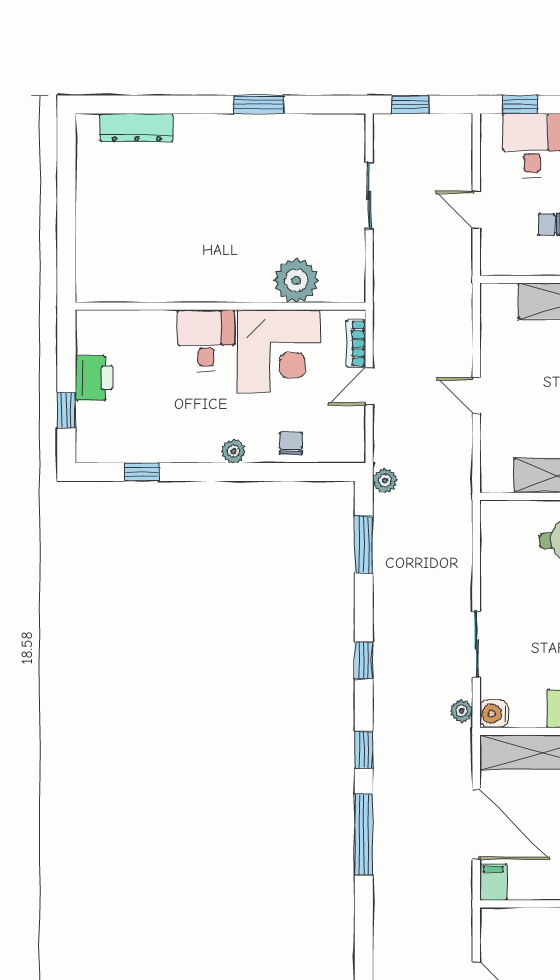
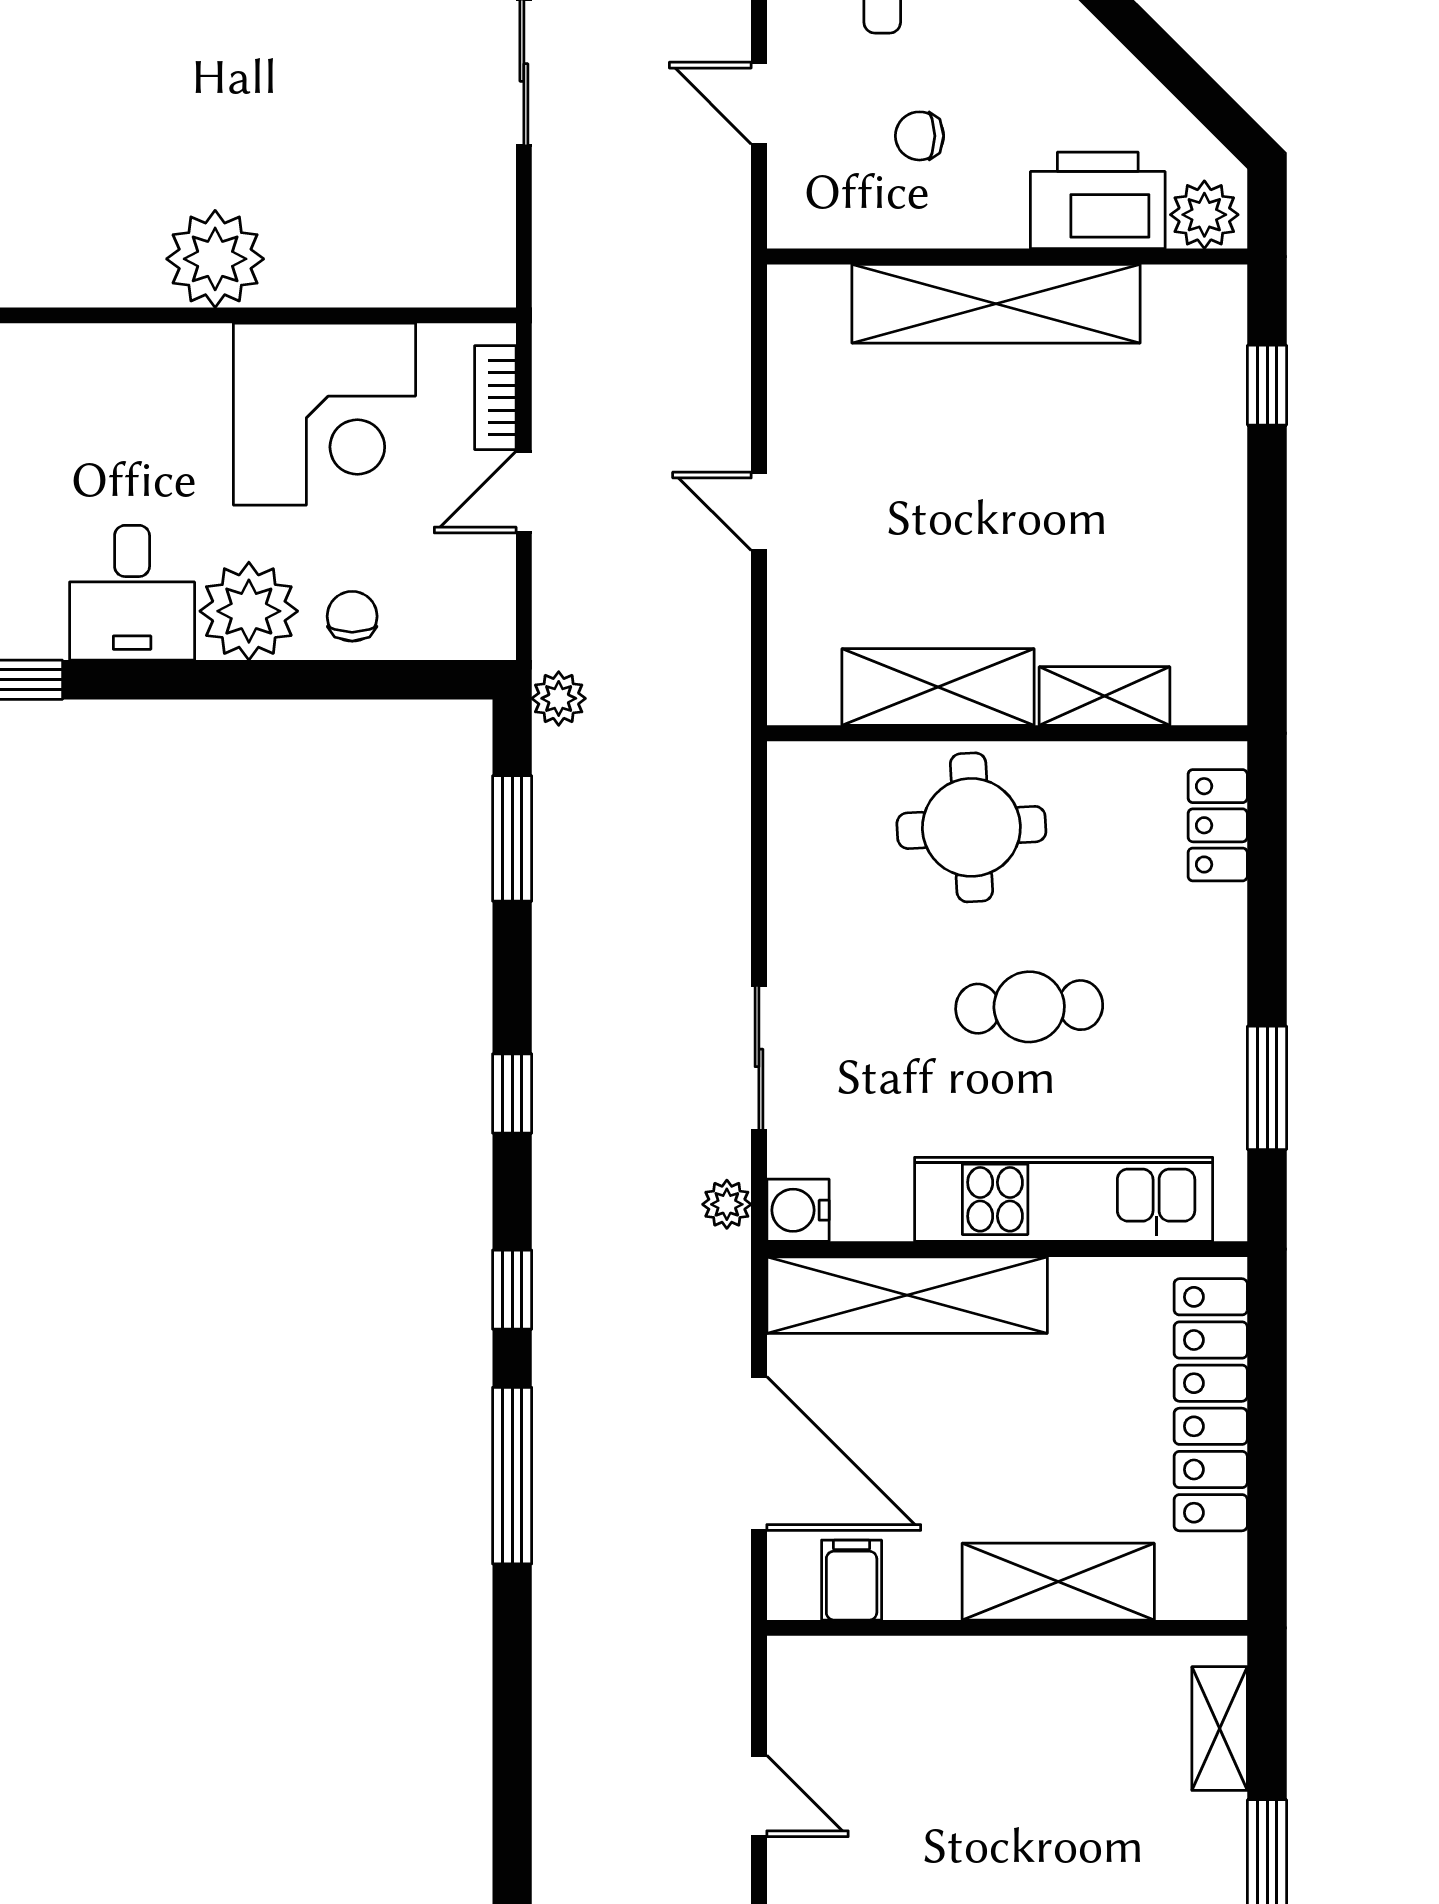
plant: (296, 280) -> (215, 259), moved
desk: (206, 340) -> (132, 593), moved, turned 180
plant: (233, 451) -> (249, 611), width x1.87, depth x1.87
filing cabinet: (493, 882) -> (852, 1580), moved

